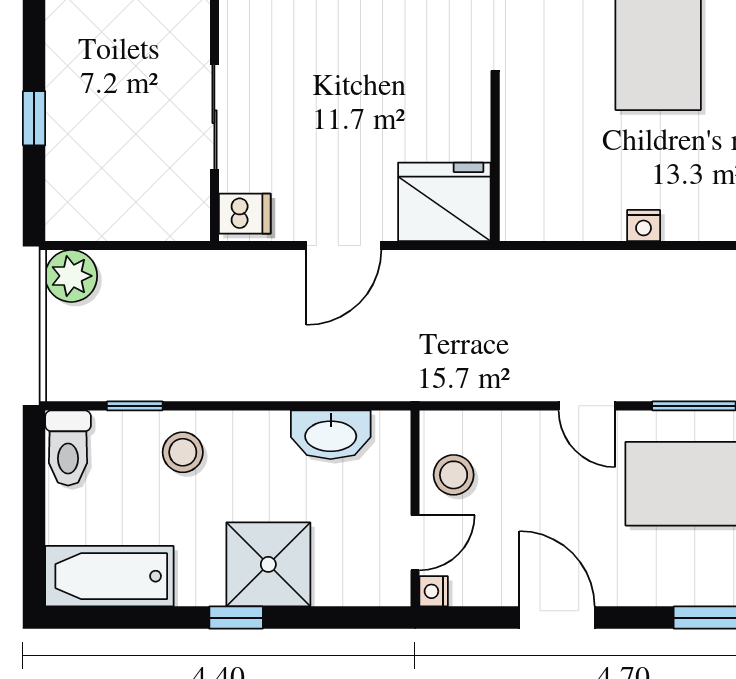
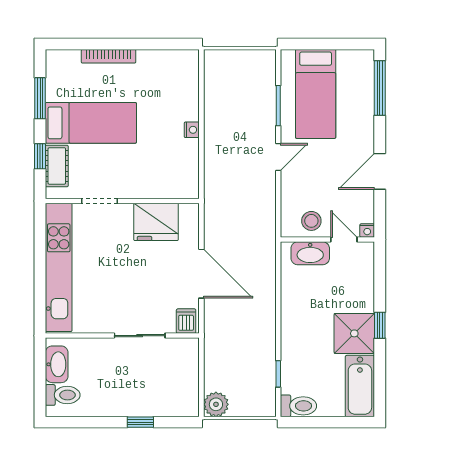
fridge: (444, 202) -> (156, 222), moved, turned -90
door: (344, 246) -> (201, 274), width x1.36
washbasin: (331, 435) -> (310, 253), moved, turned 90
stool: (183, 452) -> (301, 351), removed
shower: (268, 564) -> (354, 333), moved

